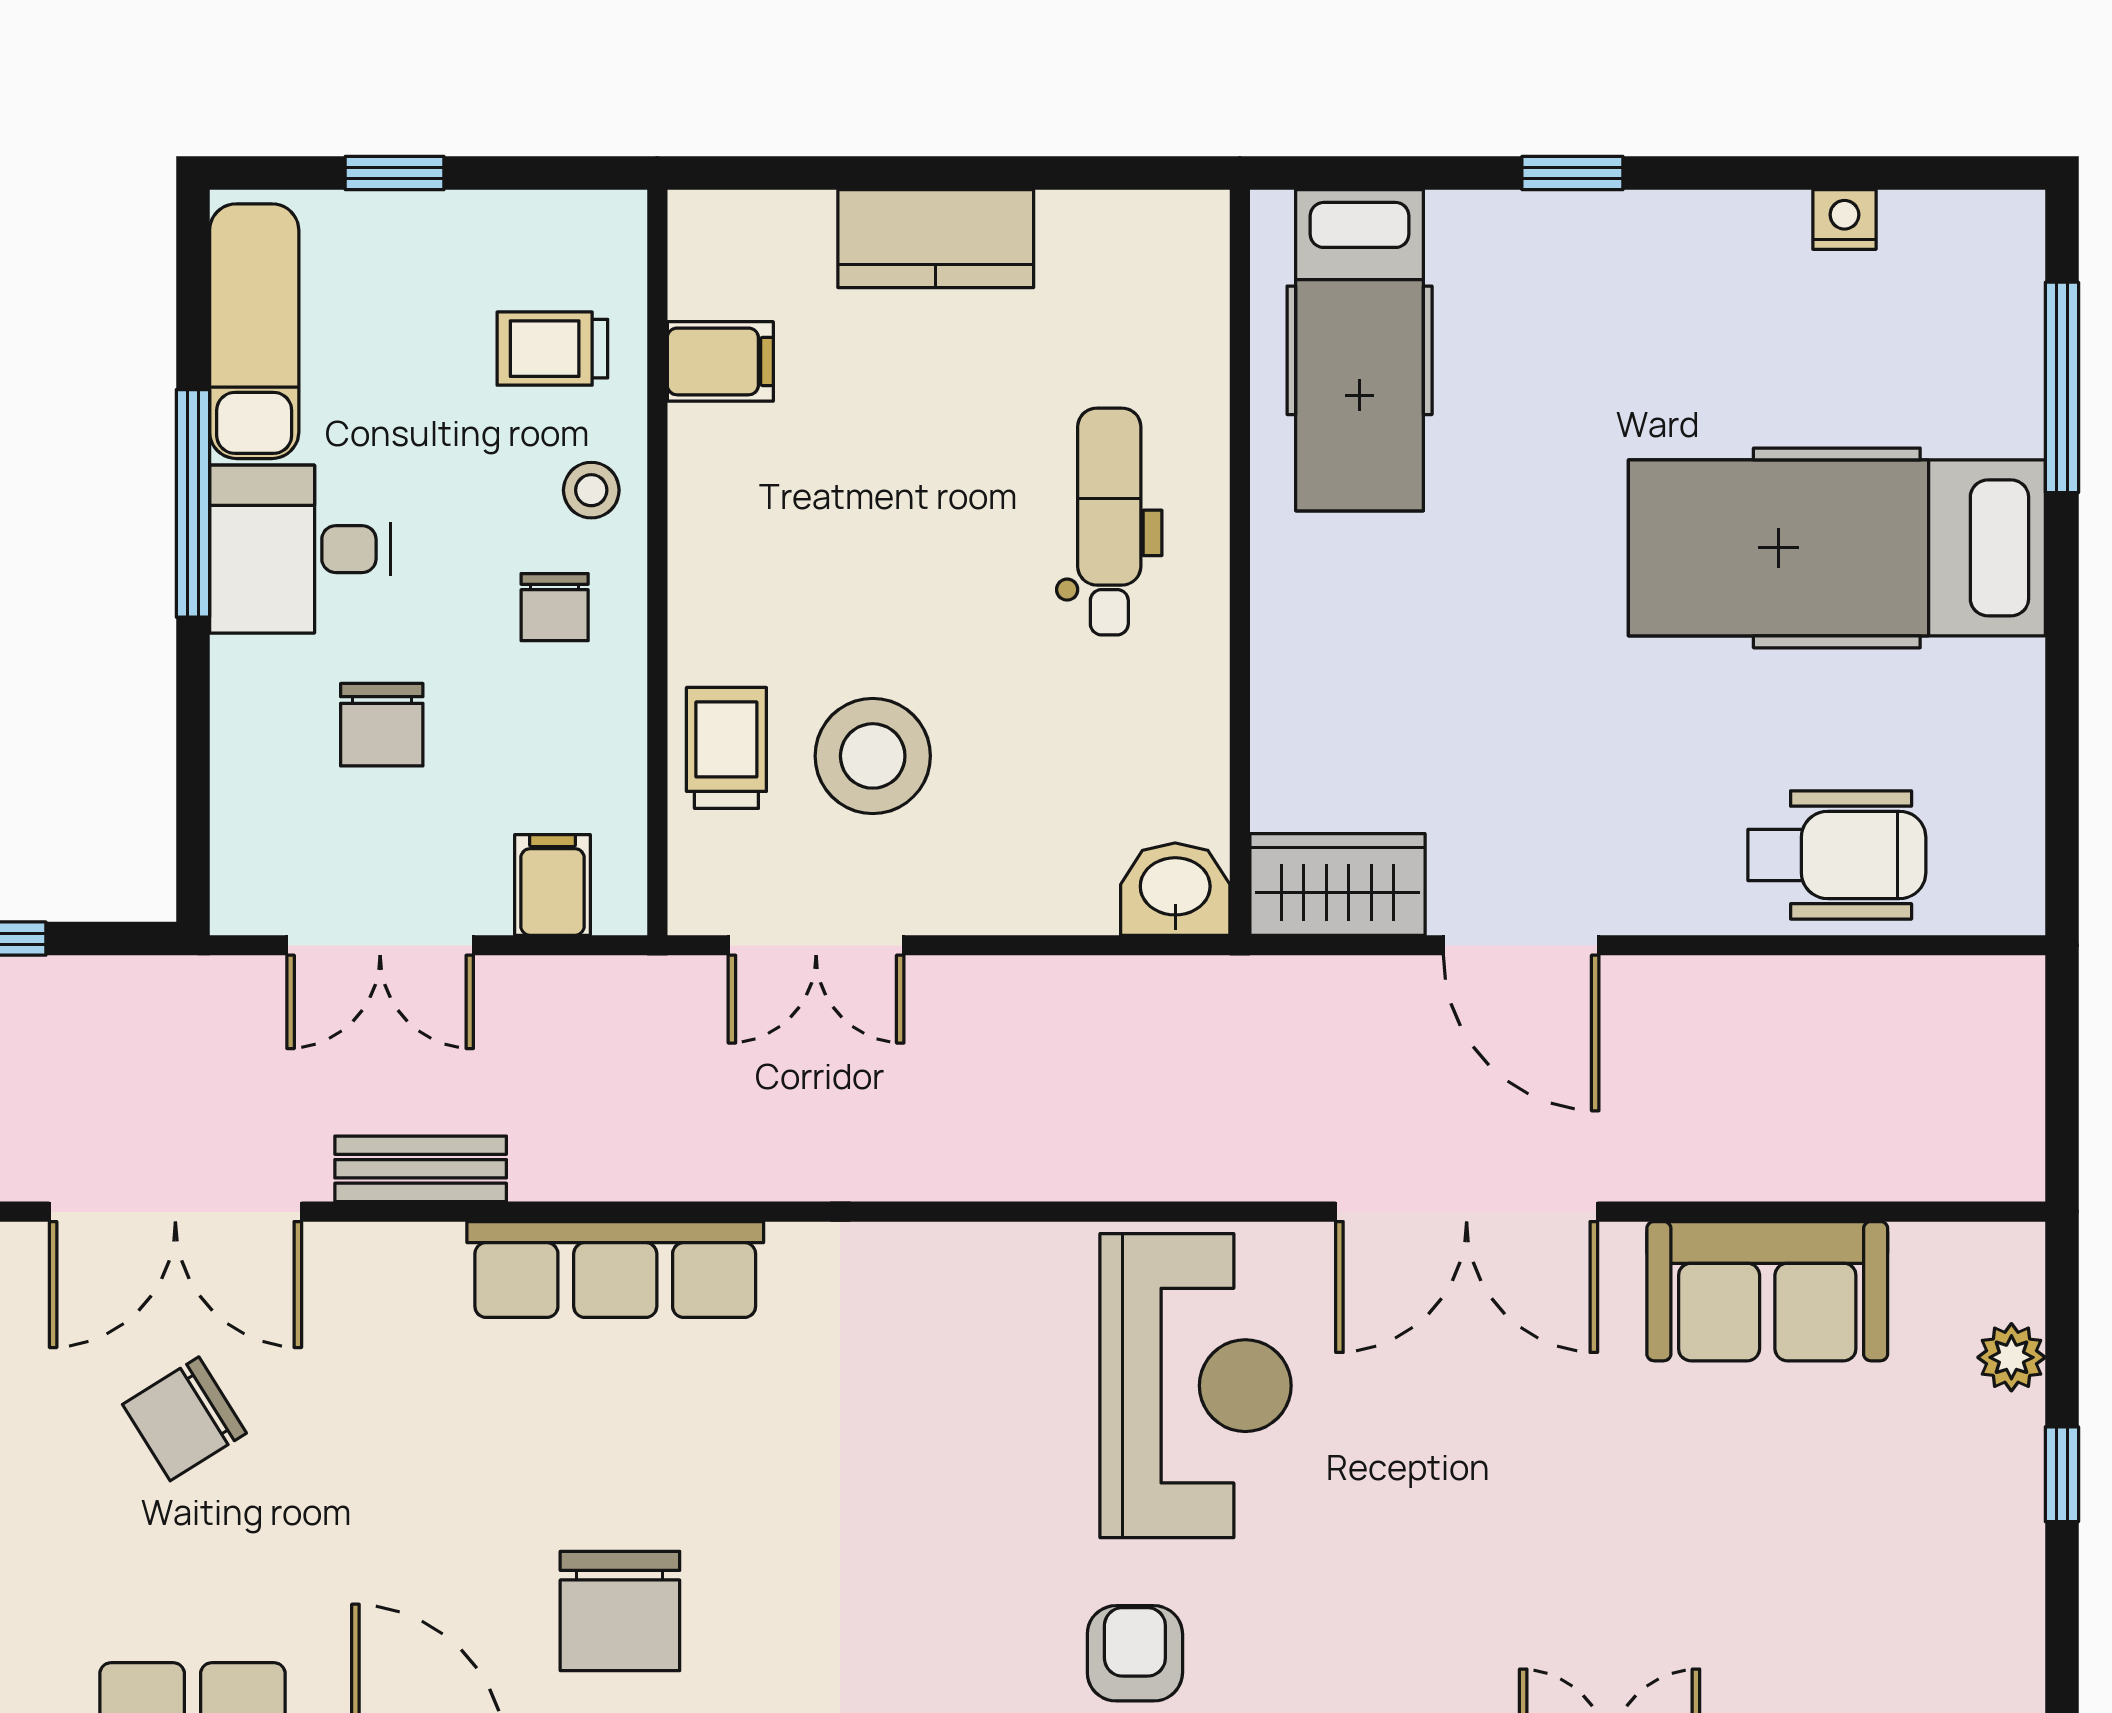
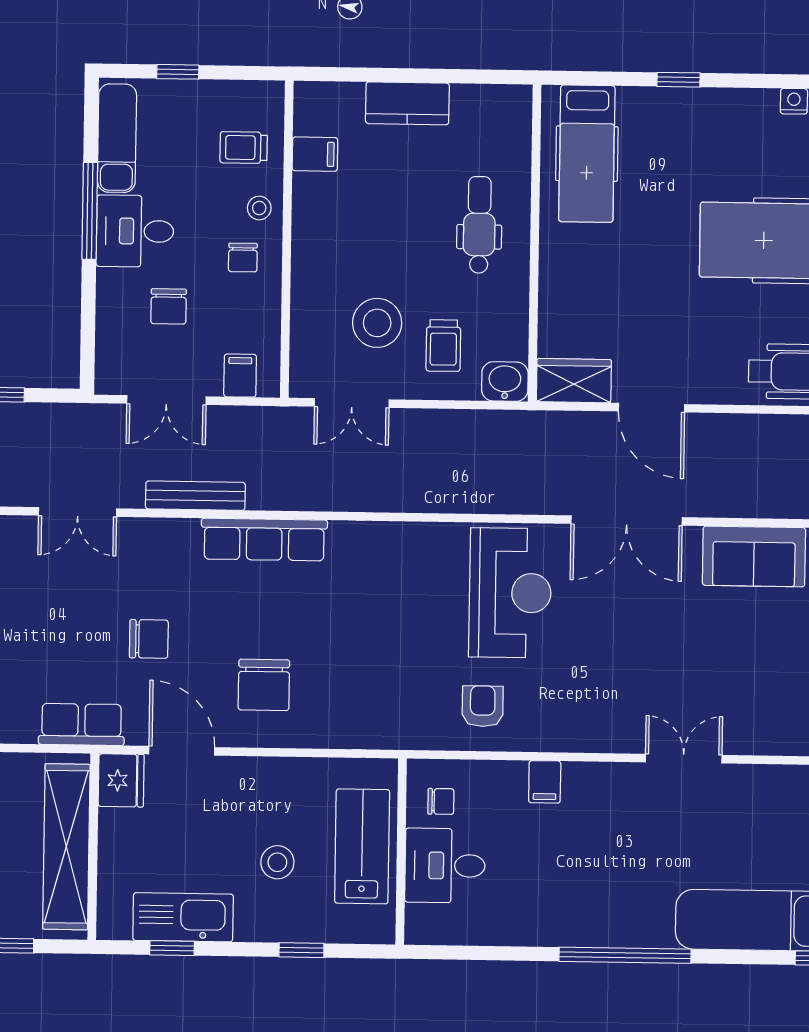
trolley: (726, 748) -> (443, 346), moved, turned 180
bench: (421, 1169) -> (195, 496), width x1.36
double door: (175, 1212) -> (78, 512), width x0.73
chair: (184, 1419) -> (149, 639), moved, turned -148

